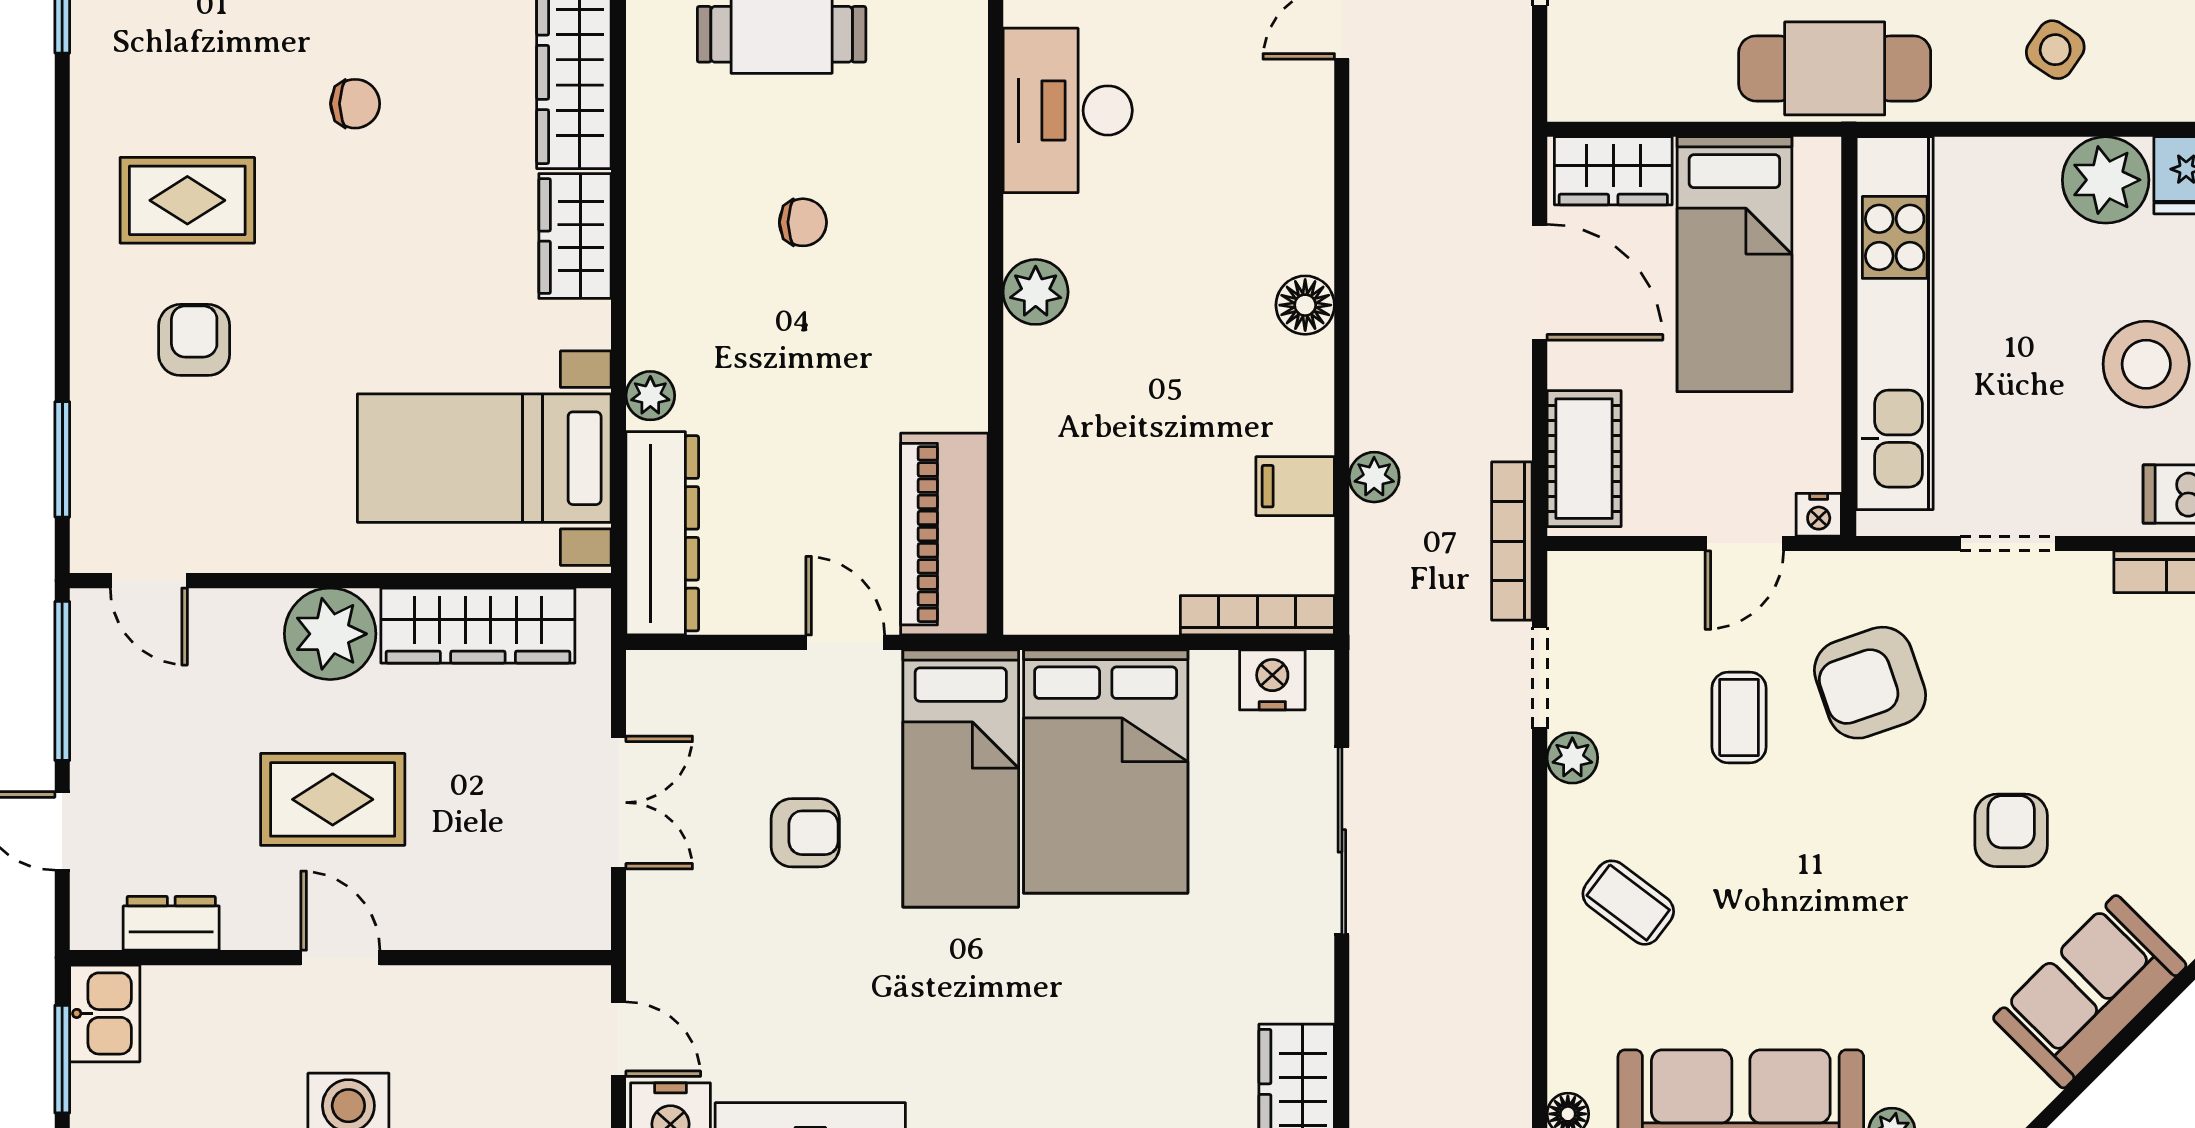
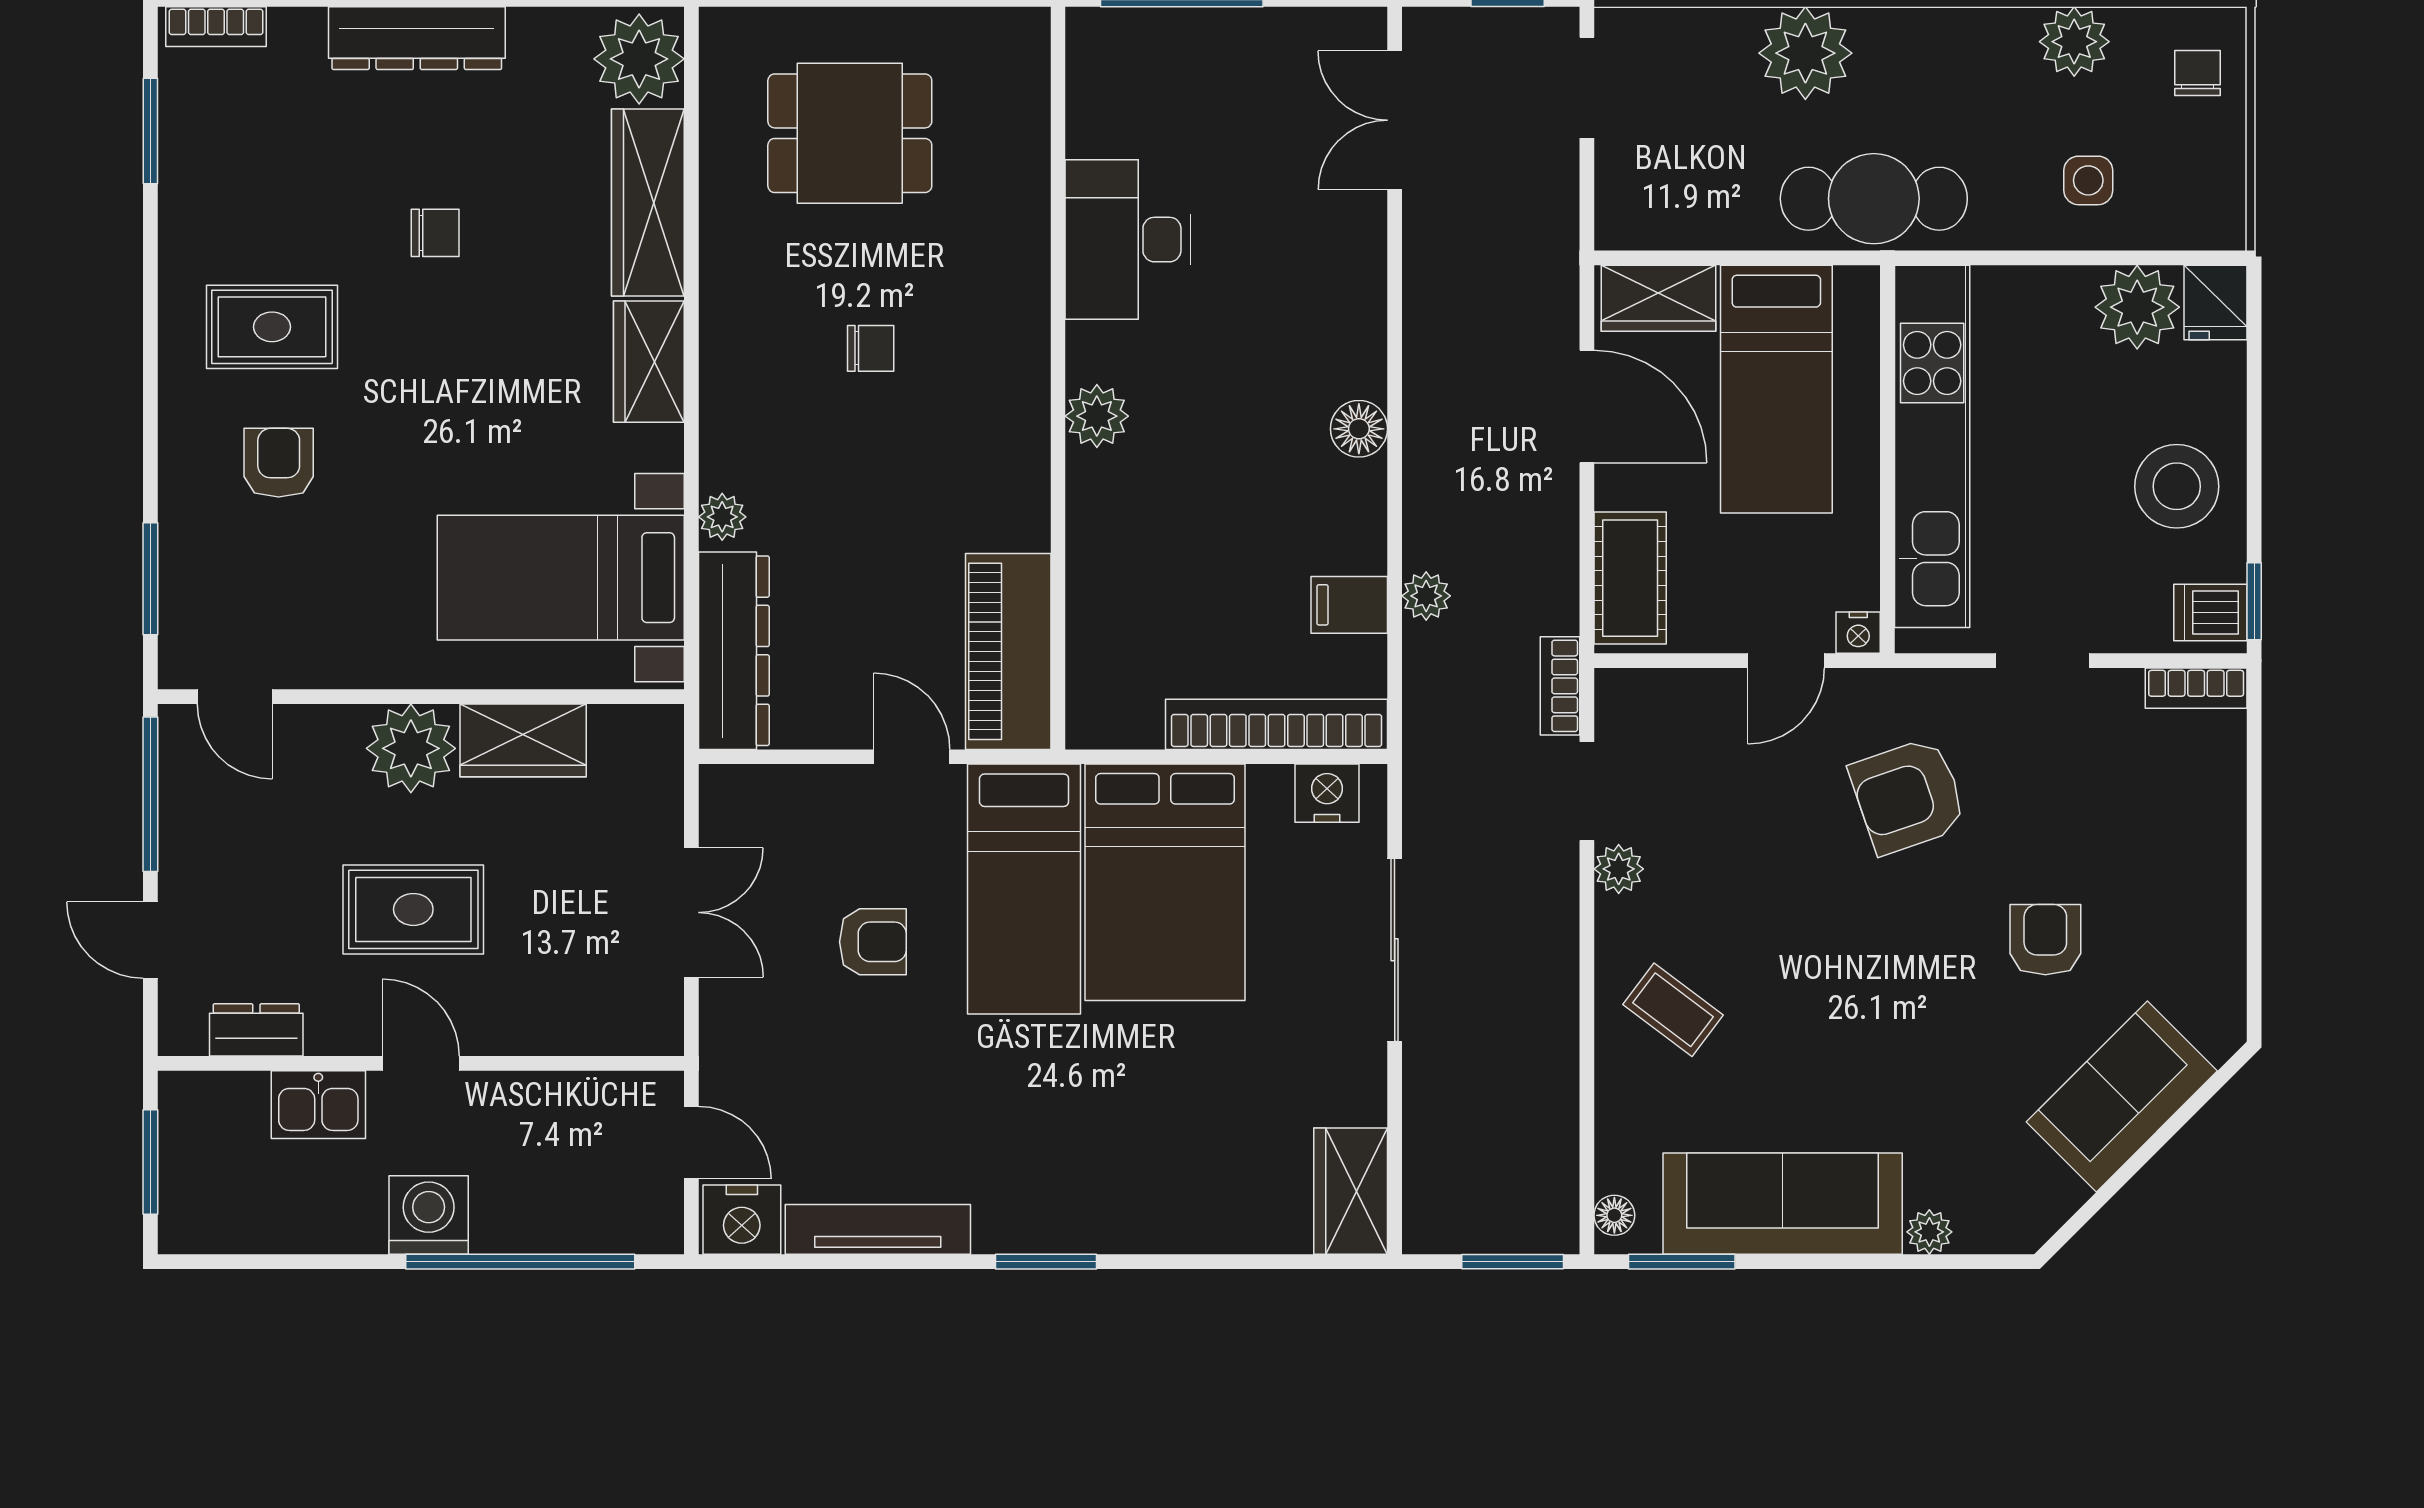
side table: (2055, 50) -> (2088, 180), turned -34
bookcase: (1512, 541) -> (1560, 686), width x0.64
bookcase: (1257, 615) -> (1277, 724), width x1.48, depth x1.31
wardrobe: (478, 626) -> (523, 740), width x0.67
coffee table: (1739, 718) -> (1781, 830), removed
kitchen sink: (105, 1013) -> (318, 1105), moved, turned 90

